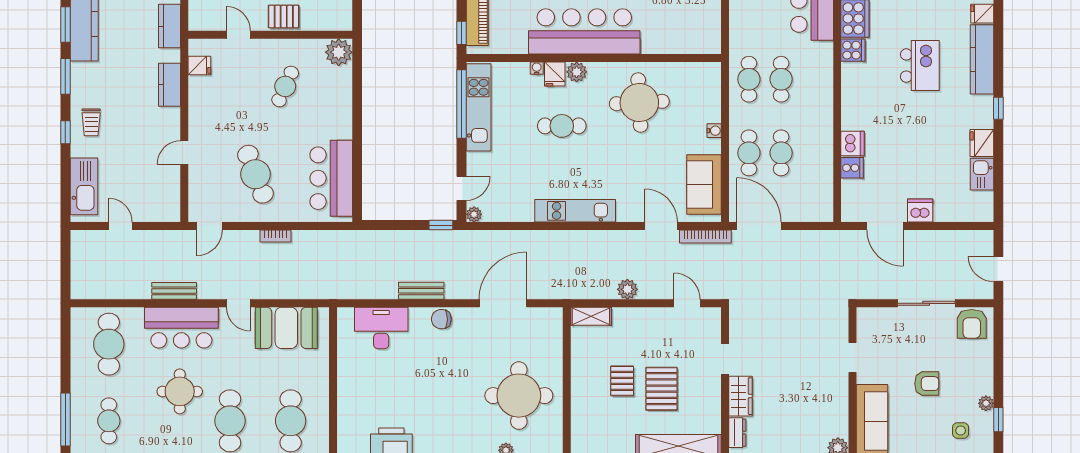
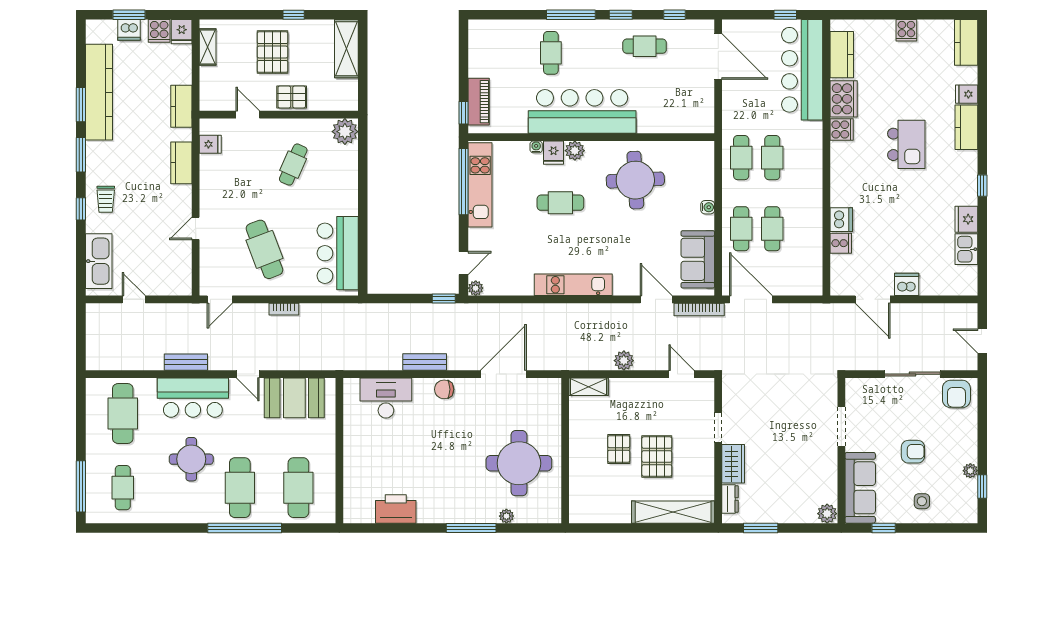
kitchen counter: (982, 59) -> (966, 127), width x0.67
doorway: (853, 358) -> (841, 427), width x1.38
side table: (961, 431) -> (922, 501), moved

